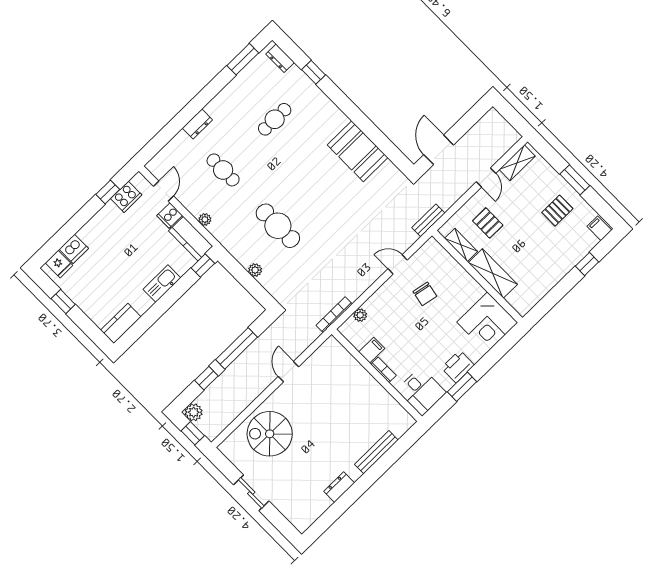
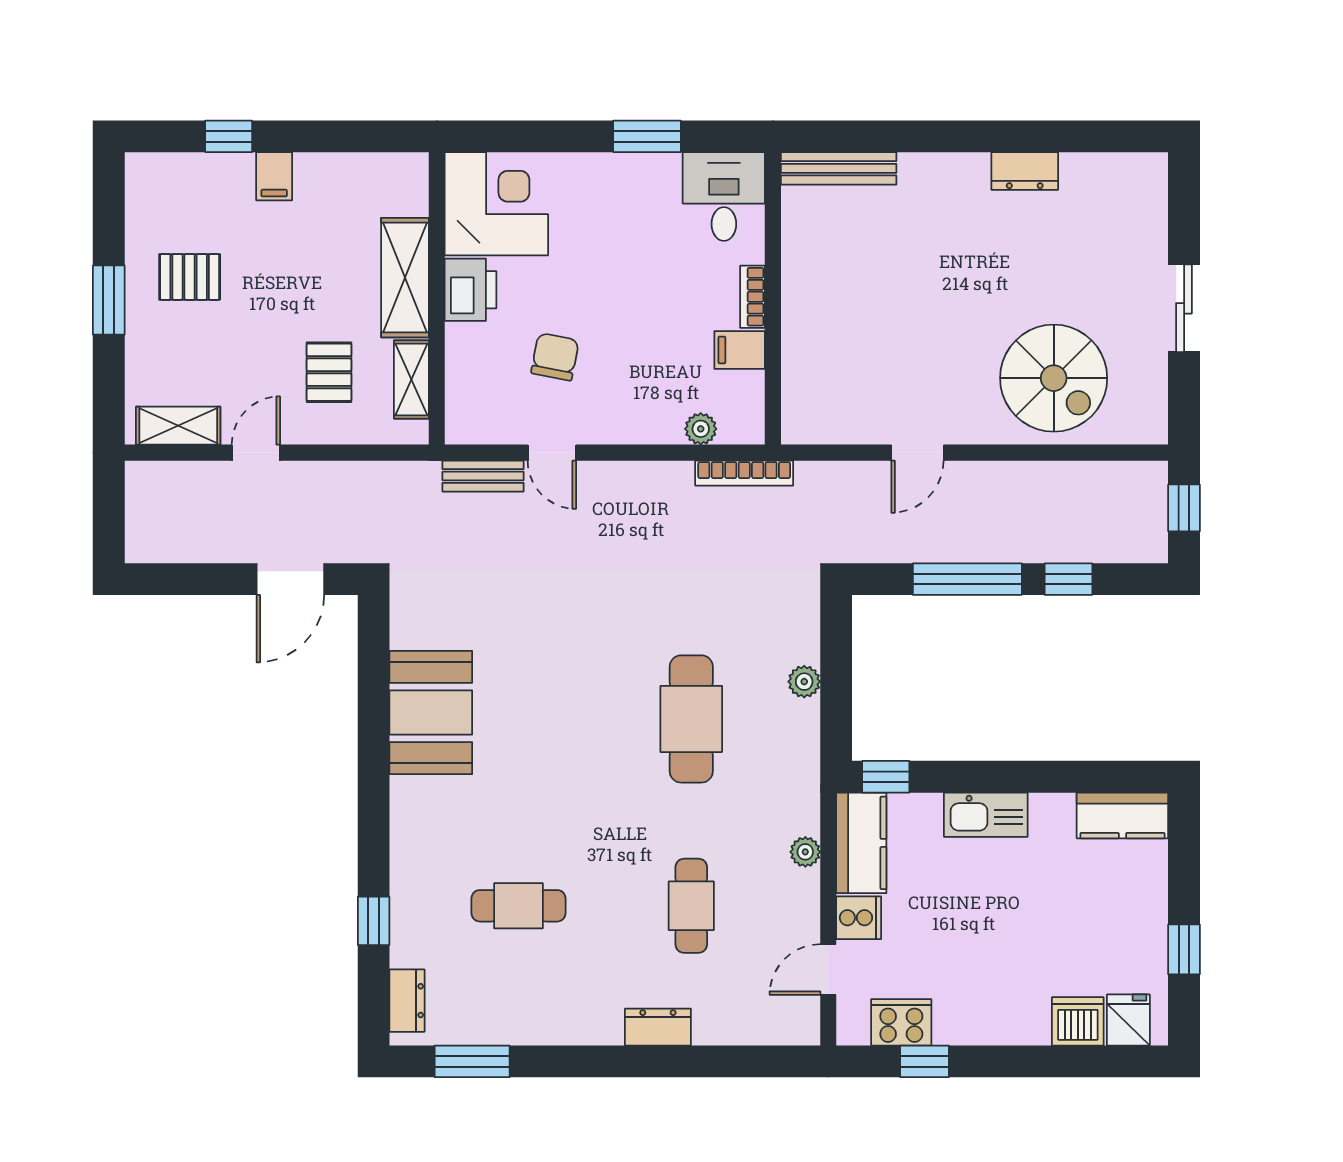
bench: (428, 220) -> (483, 476), moved
filing cabinet: (599, 228) -> (274, 176), moved
printer: (458, 366) -> (470, 290), moved, turned -90
plant: (194, 412) -> (1147, 542), removed
bench: (376, 452) -> (839, 168), moved

